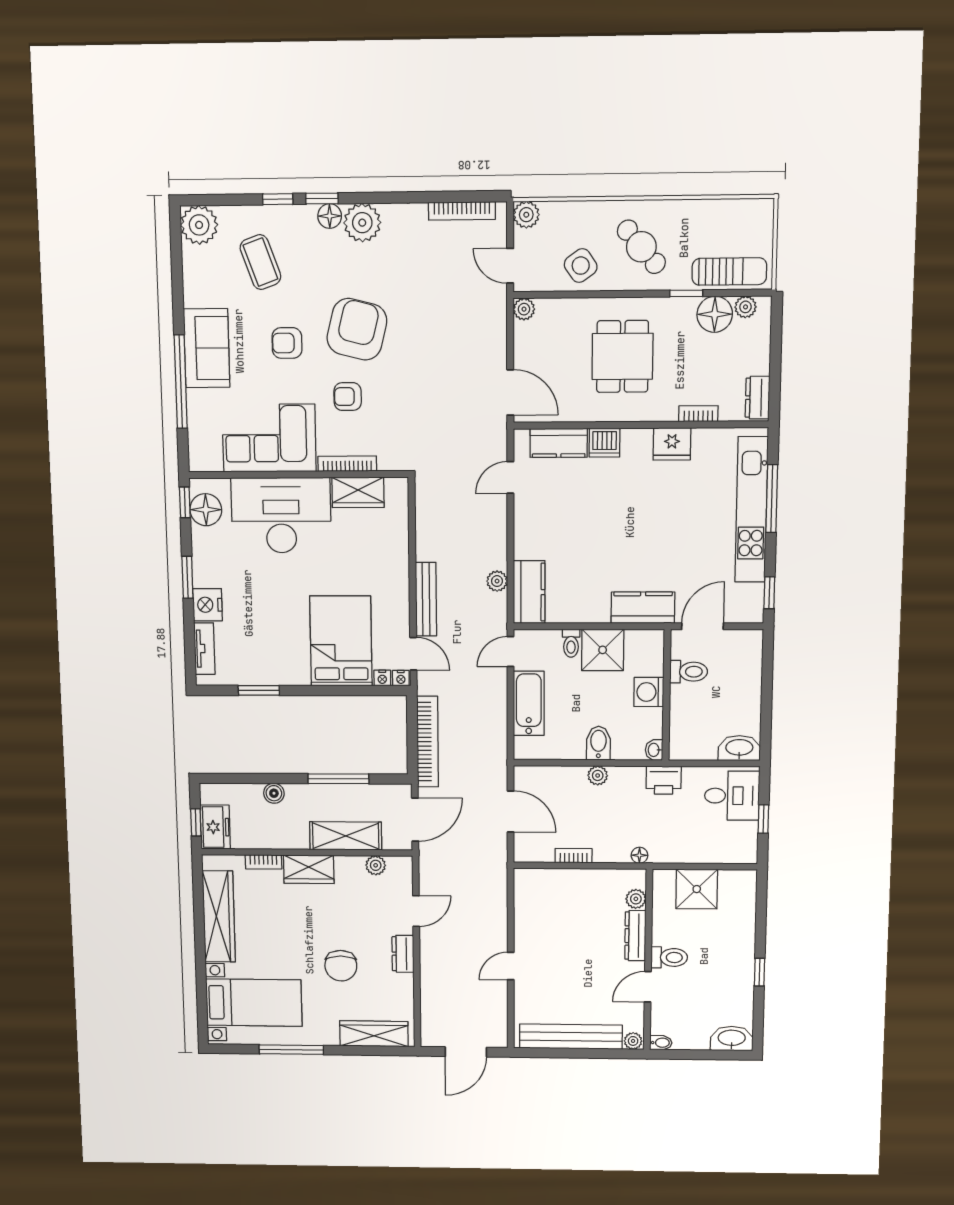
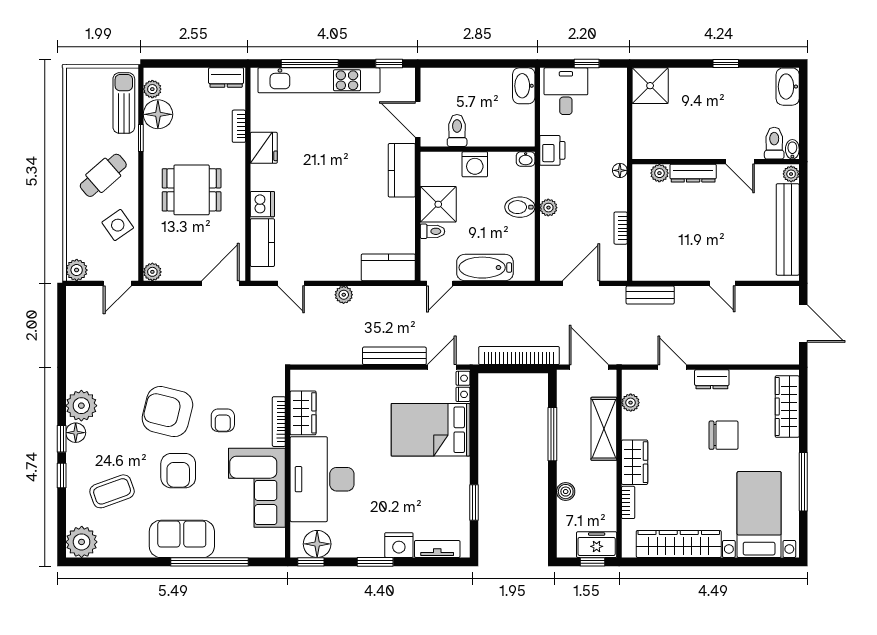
bookcase: (462, 211) -> (73, 323), removed
armchair: (287, 343) -> (178, 471), width x1.38, depth x1.38
plant: (497, 581) -> (344, 295), moved
door: (510, 652) -> (440, 283), hinge flipped
bench: (497, 888) -> (650, 295), added
shower: (697, 889) -> (650, 86), moved
toilet: (669, 957) -> (774, 143), moved

